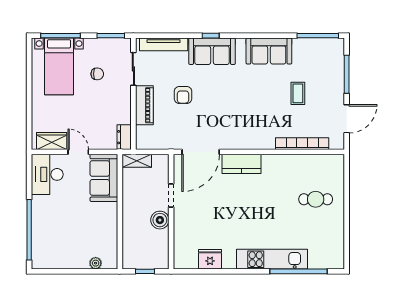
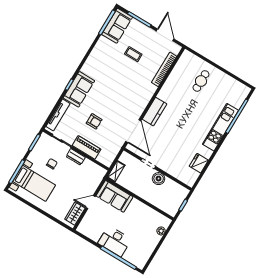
sofa: (269, 51) -> (117, 26), moved
dresser: (124, 137) -> (76, 157), moved
desk: (47, 174) -> (115, 241), moved

